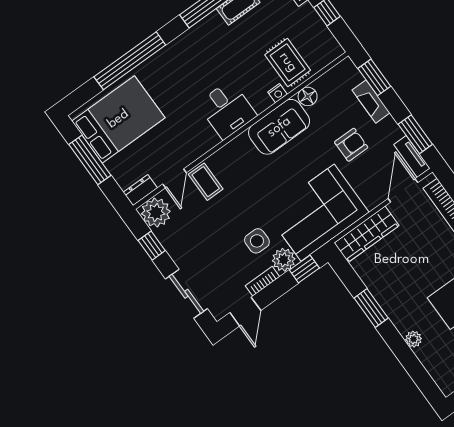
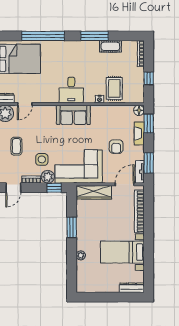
floor lamp: (308, 96) -> (139, 110), moved
sofa: (279, 127) -> (73, 115), moved
armchair: (351, 145) -> (116, 147), turned 90
coffee table: (206, 182) -> (16, 146), moved

